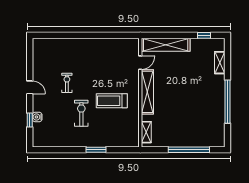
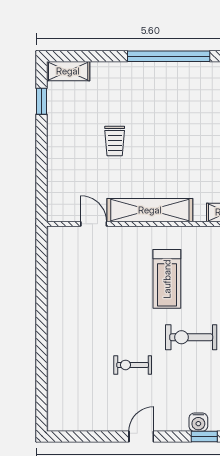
shelving: (166, 45) -> (59, 175), removed
shelving: (220, 63) -> (68, 71), moved
trolley: (183, 73) -> (115, 141), added

